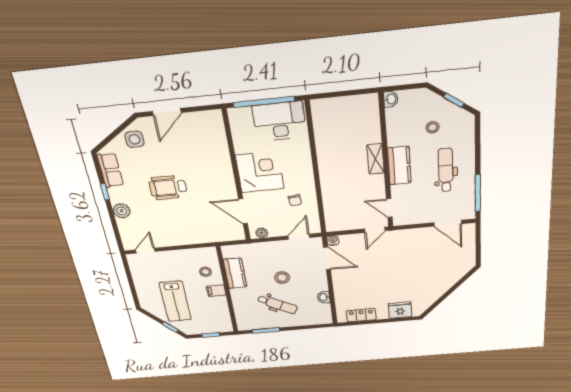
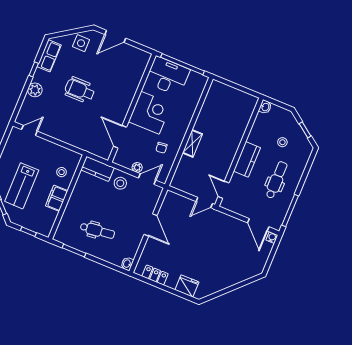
desk: (279, 121) -> (168, 76), moved
shelving: (376, 159) -> (192, 143), moved
plant: (262, 233) -> (137, 167), moved
water cooler: (333, 240) -> (272, 238), moved
door: (327, 258) -> (151, 225), moved
kitchen counter: (235, 273) -> (97, 169), moved, turned 90
stool: (282, 278) -> (120, 183), moved
filing cabinet: (216, 291) -> (57, 198), width x2.00
washbasin: (324, 297) -> (127, 264), moved
dental chair: (278, 304) -> (97, 231), turned -35

